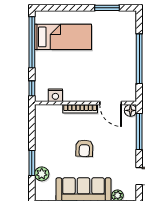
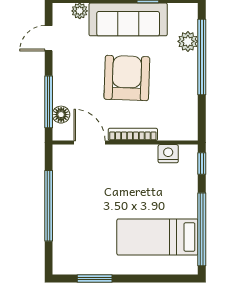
floor lamp: (130, 110) -> (61, 115), moved
armchair: (84, 148) -> (127, 78), width x1.88, depth x1.88
window: (32, 163) -> (202, 57), width x2.11

